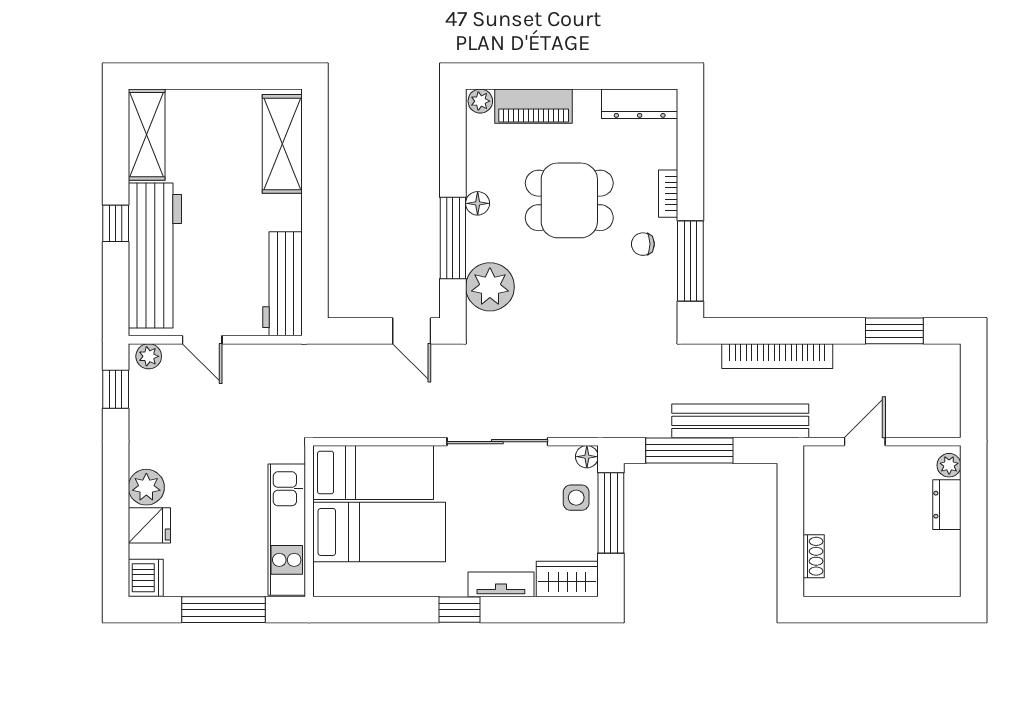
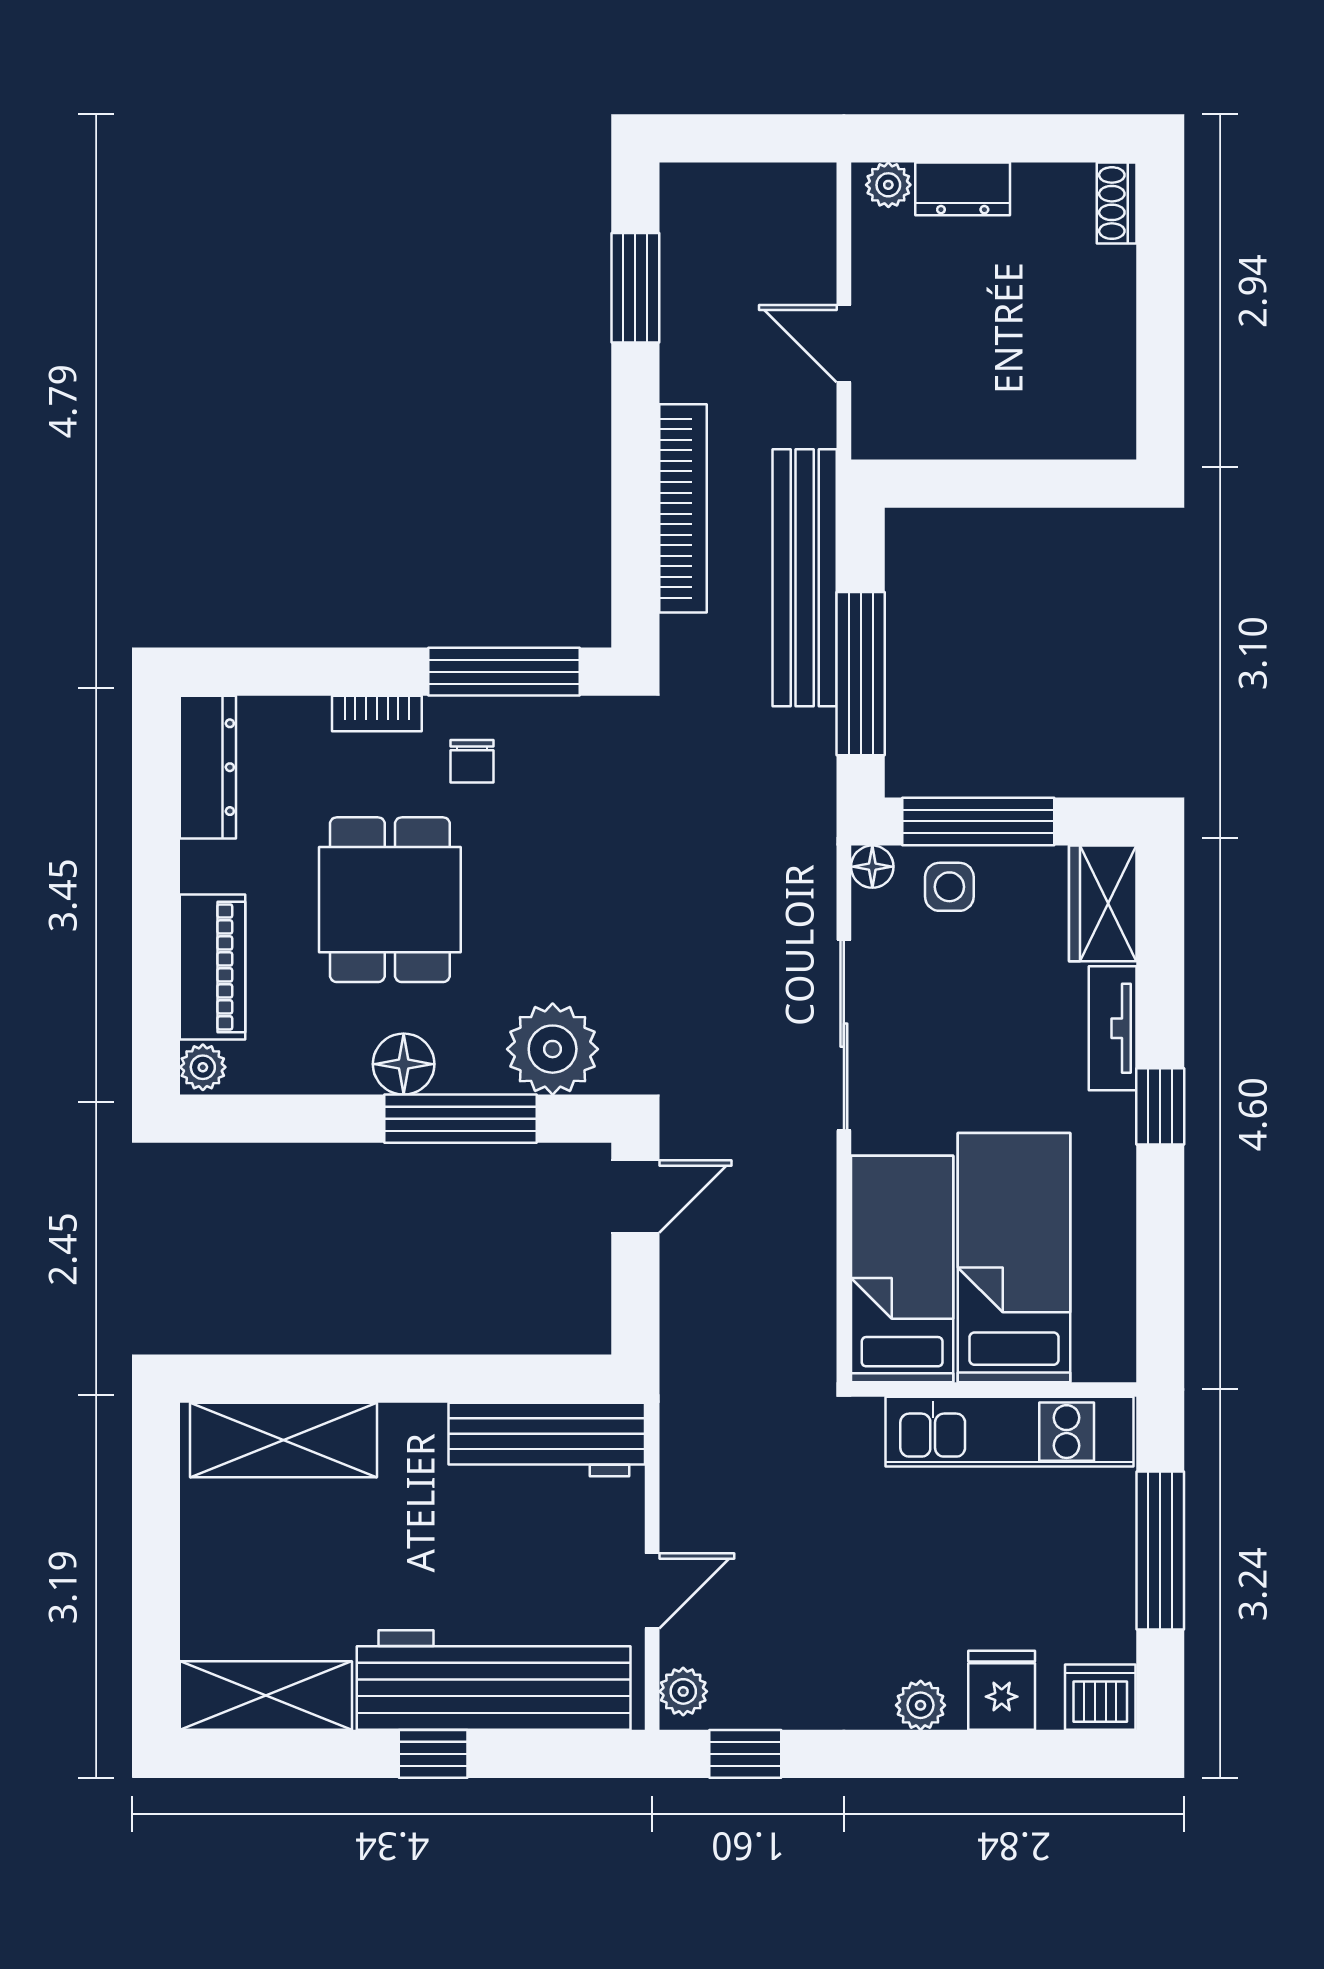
floor lamp: (478, 203) -> (404, 1064), width x1.37, depth x1.37
plant: (146, 487) -> (921, 1705), width x0.73, depth x0.73
shoe rack: (814, 556) -> (1117, 203), moved, turned -90

